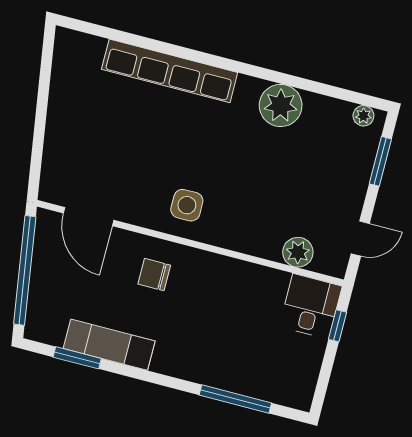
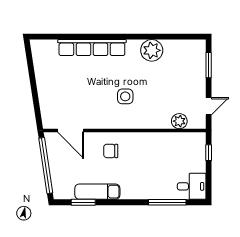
plant: (363, 116) -> (194, 45), removed
side table: (187, 205) -> (125, 96), moved
desk: (311, 306) -> (192, 186), moved, turned 90

